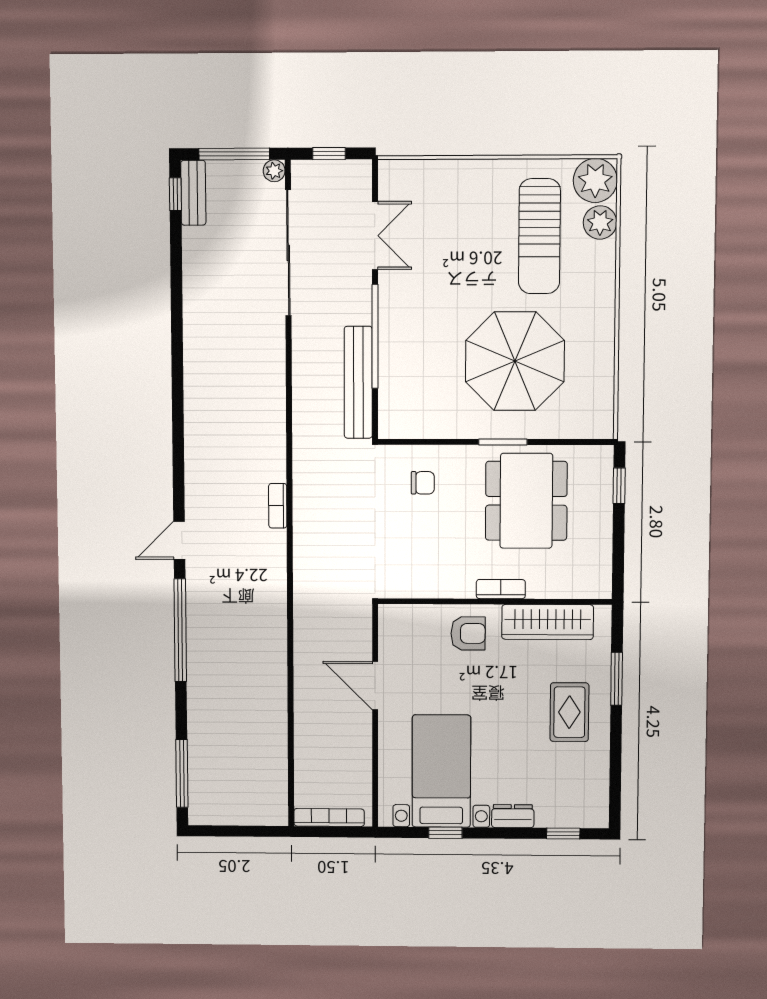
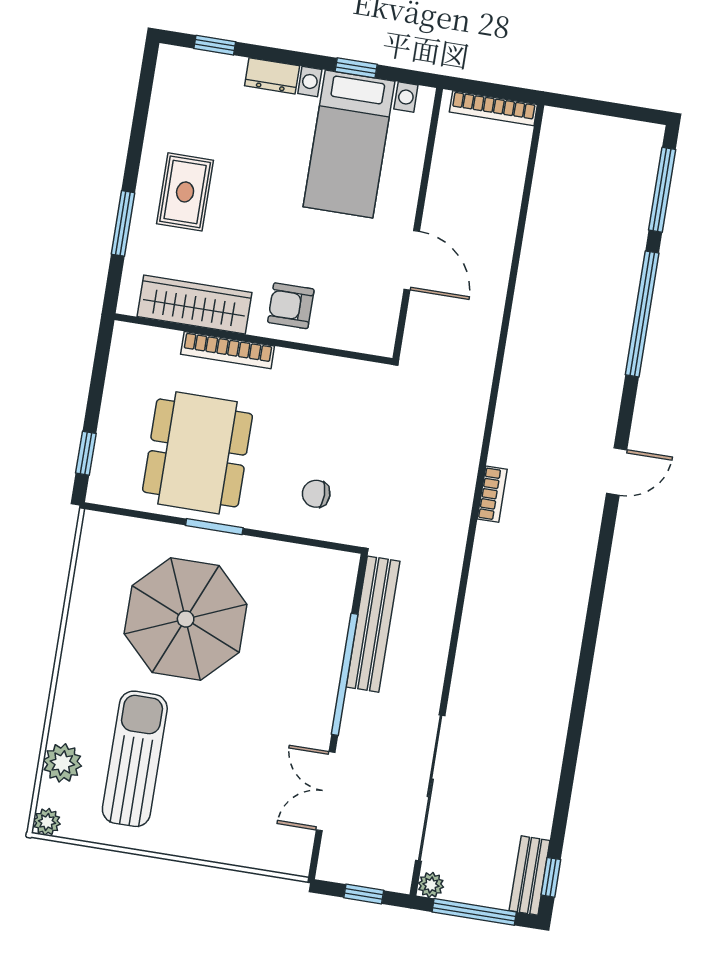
plant: (595, 180) -> (47, 822), width x0.53, depth x0.53
bookcase: (501, 589) -> (228, 350), width x1.56
window: (180, 630) -> (642, 314), moved

